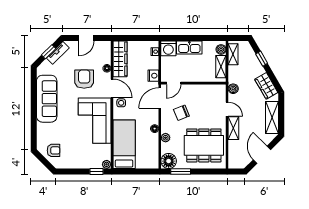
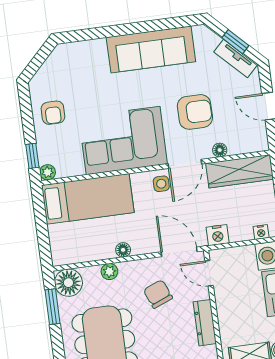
dresser: (201, 89) -> (205, 323), added
armchair: (53, 150) -> (53, 113), moved

